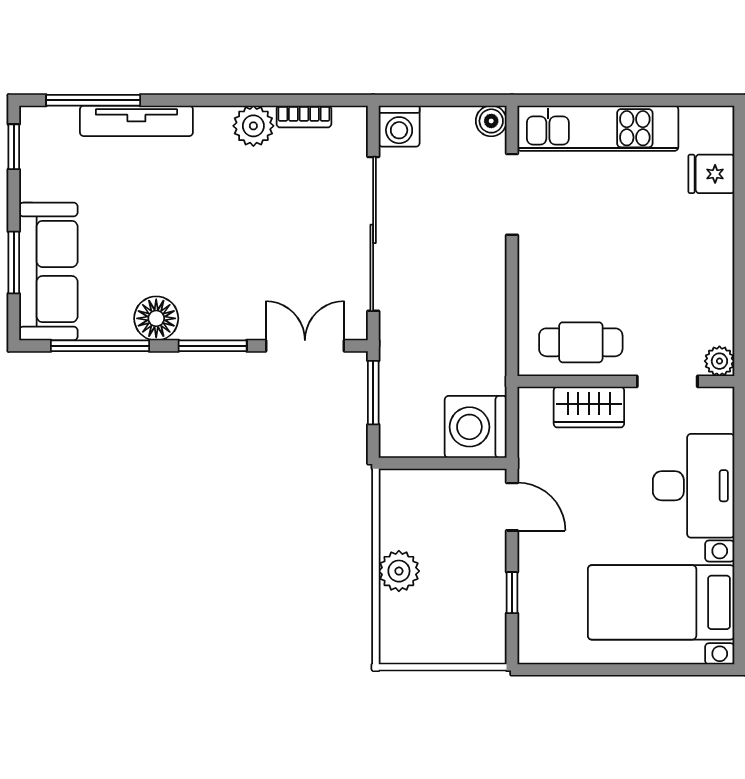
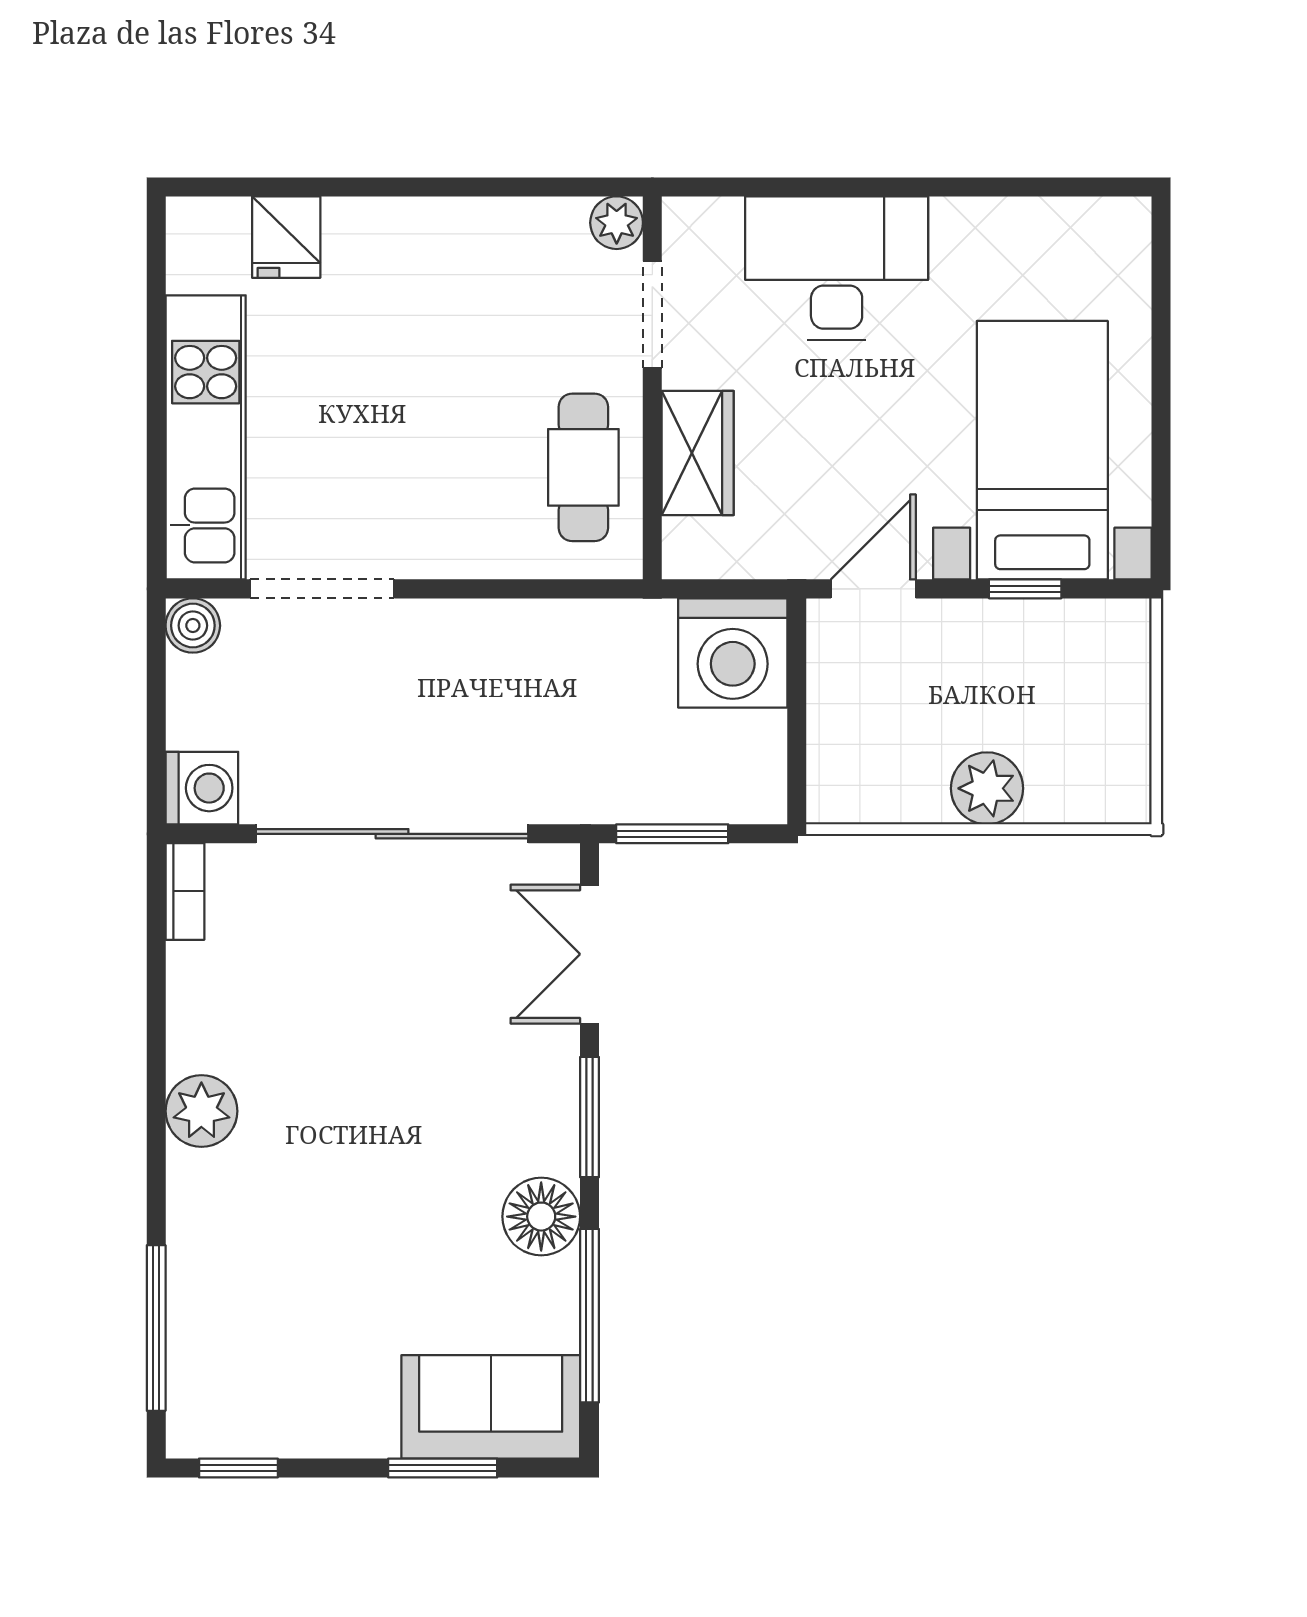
bookcase: (304, 116) -> (185, 891), moved
tv unit: (136, 121) -> (193, 1252), removed
plant: (253, 126) -> (201, 1111), moved
sofa: (48, 272) -> (491, 1407), width x0.73
bed with nightstands: (661, 602) -> (1042, 450), moved, turned 180

